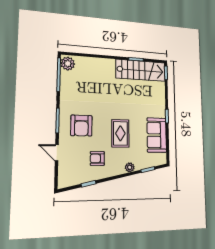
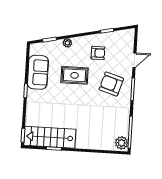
armchair: (81, 126) -> (111, 84), turned -73
rug: (120, 133) -> (75, 75), turned 90
door: (57, 153) -> (134, 60), hinge flipped

